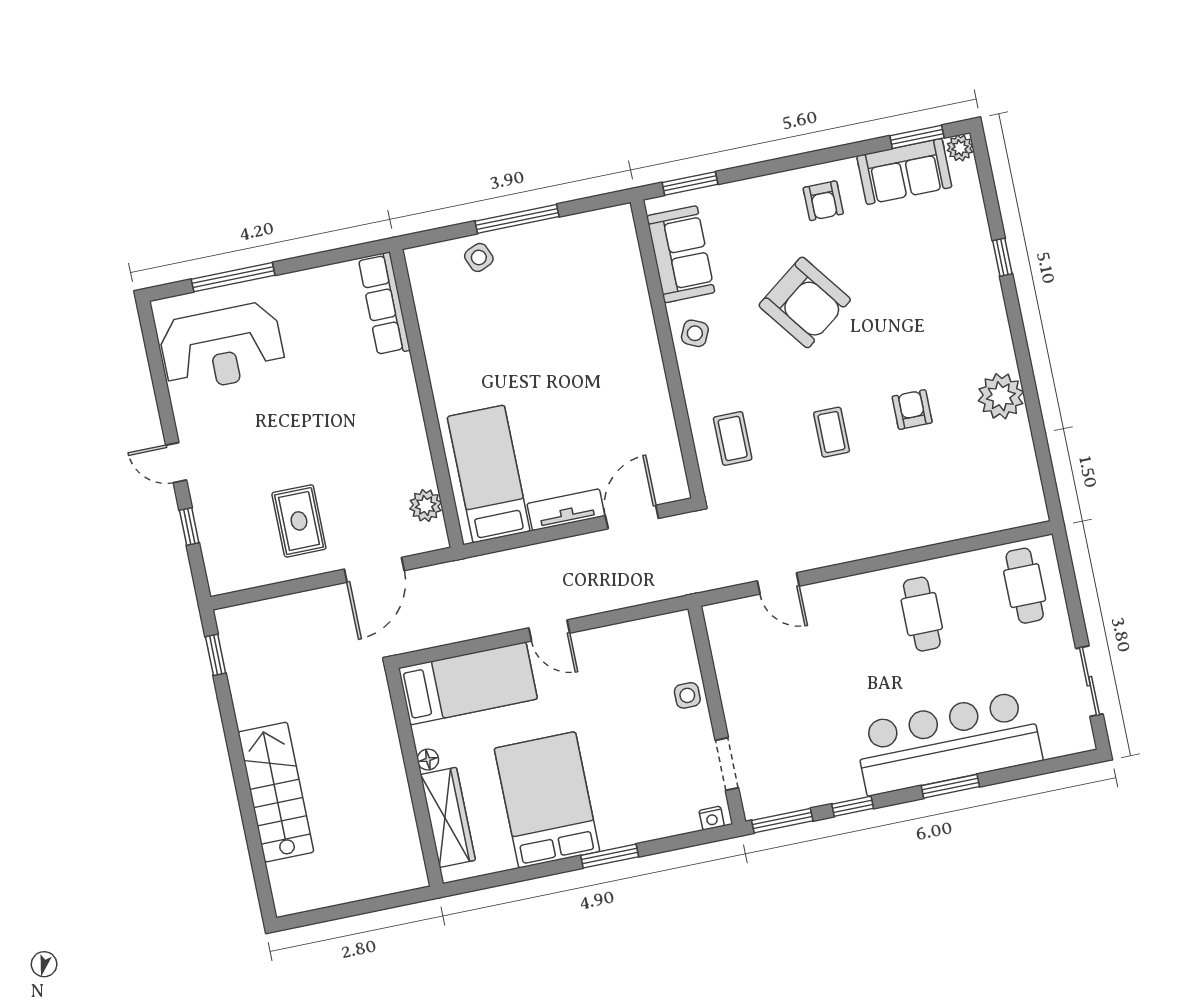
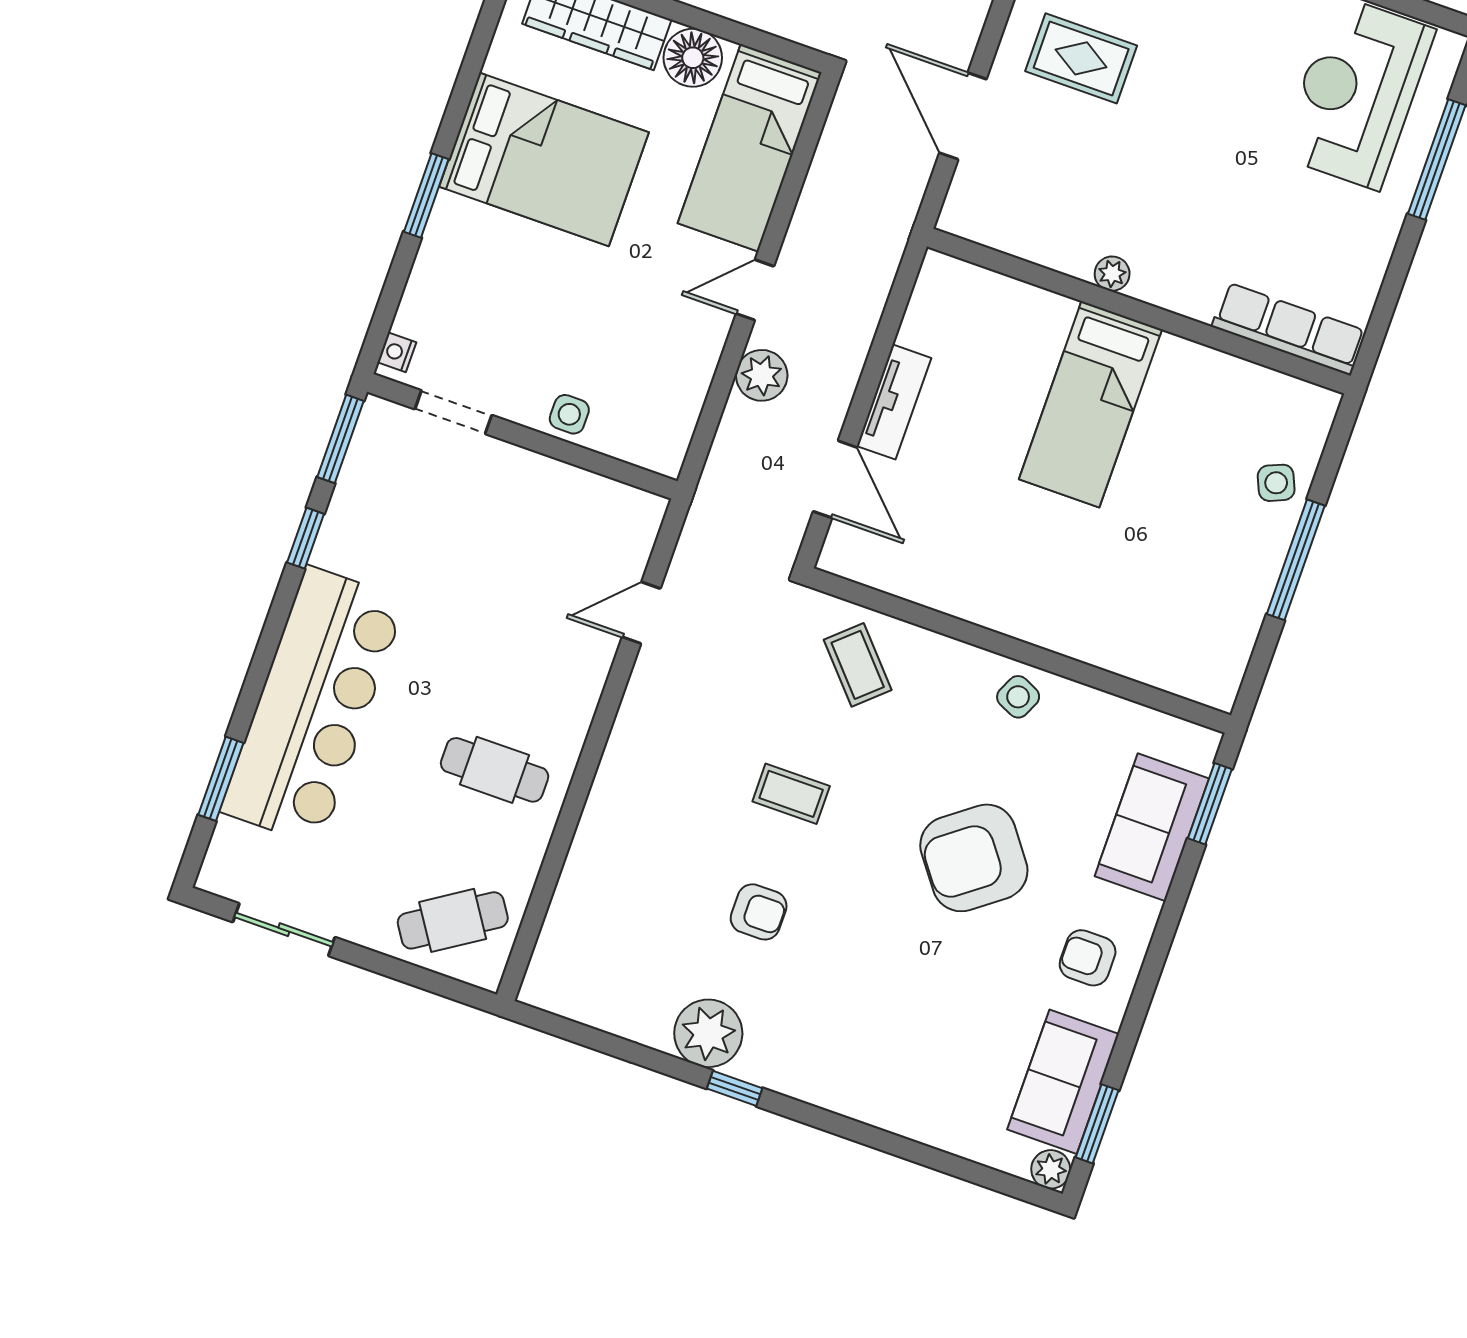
sofa: (681, 254) -> (1152, 827), moved, turned 90
window: (1002, 257) -> (735, 1088), moved
coffee table: (733, 438) -> (858, 665), turned 48
bed: (489, 474) -> (1090, 404), moved, turned 90
plant: (426, 506) -> (1112, 274), moved, width x0.73, depth x0.73
cafe table: (1025, 586) -> (453, 920), turned -33
plant: (597, 596) -> (762, 375), added
floor lamp: (428, 760) -> (693, 58), width x1.89, depth x1.89
window: (950, 786) -> (221, 779), moved

